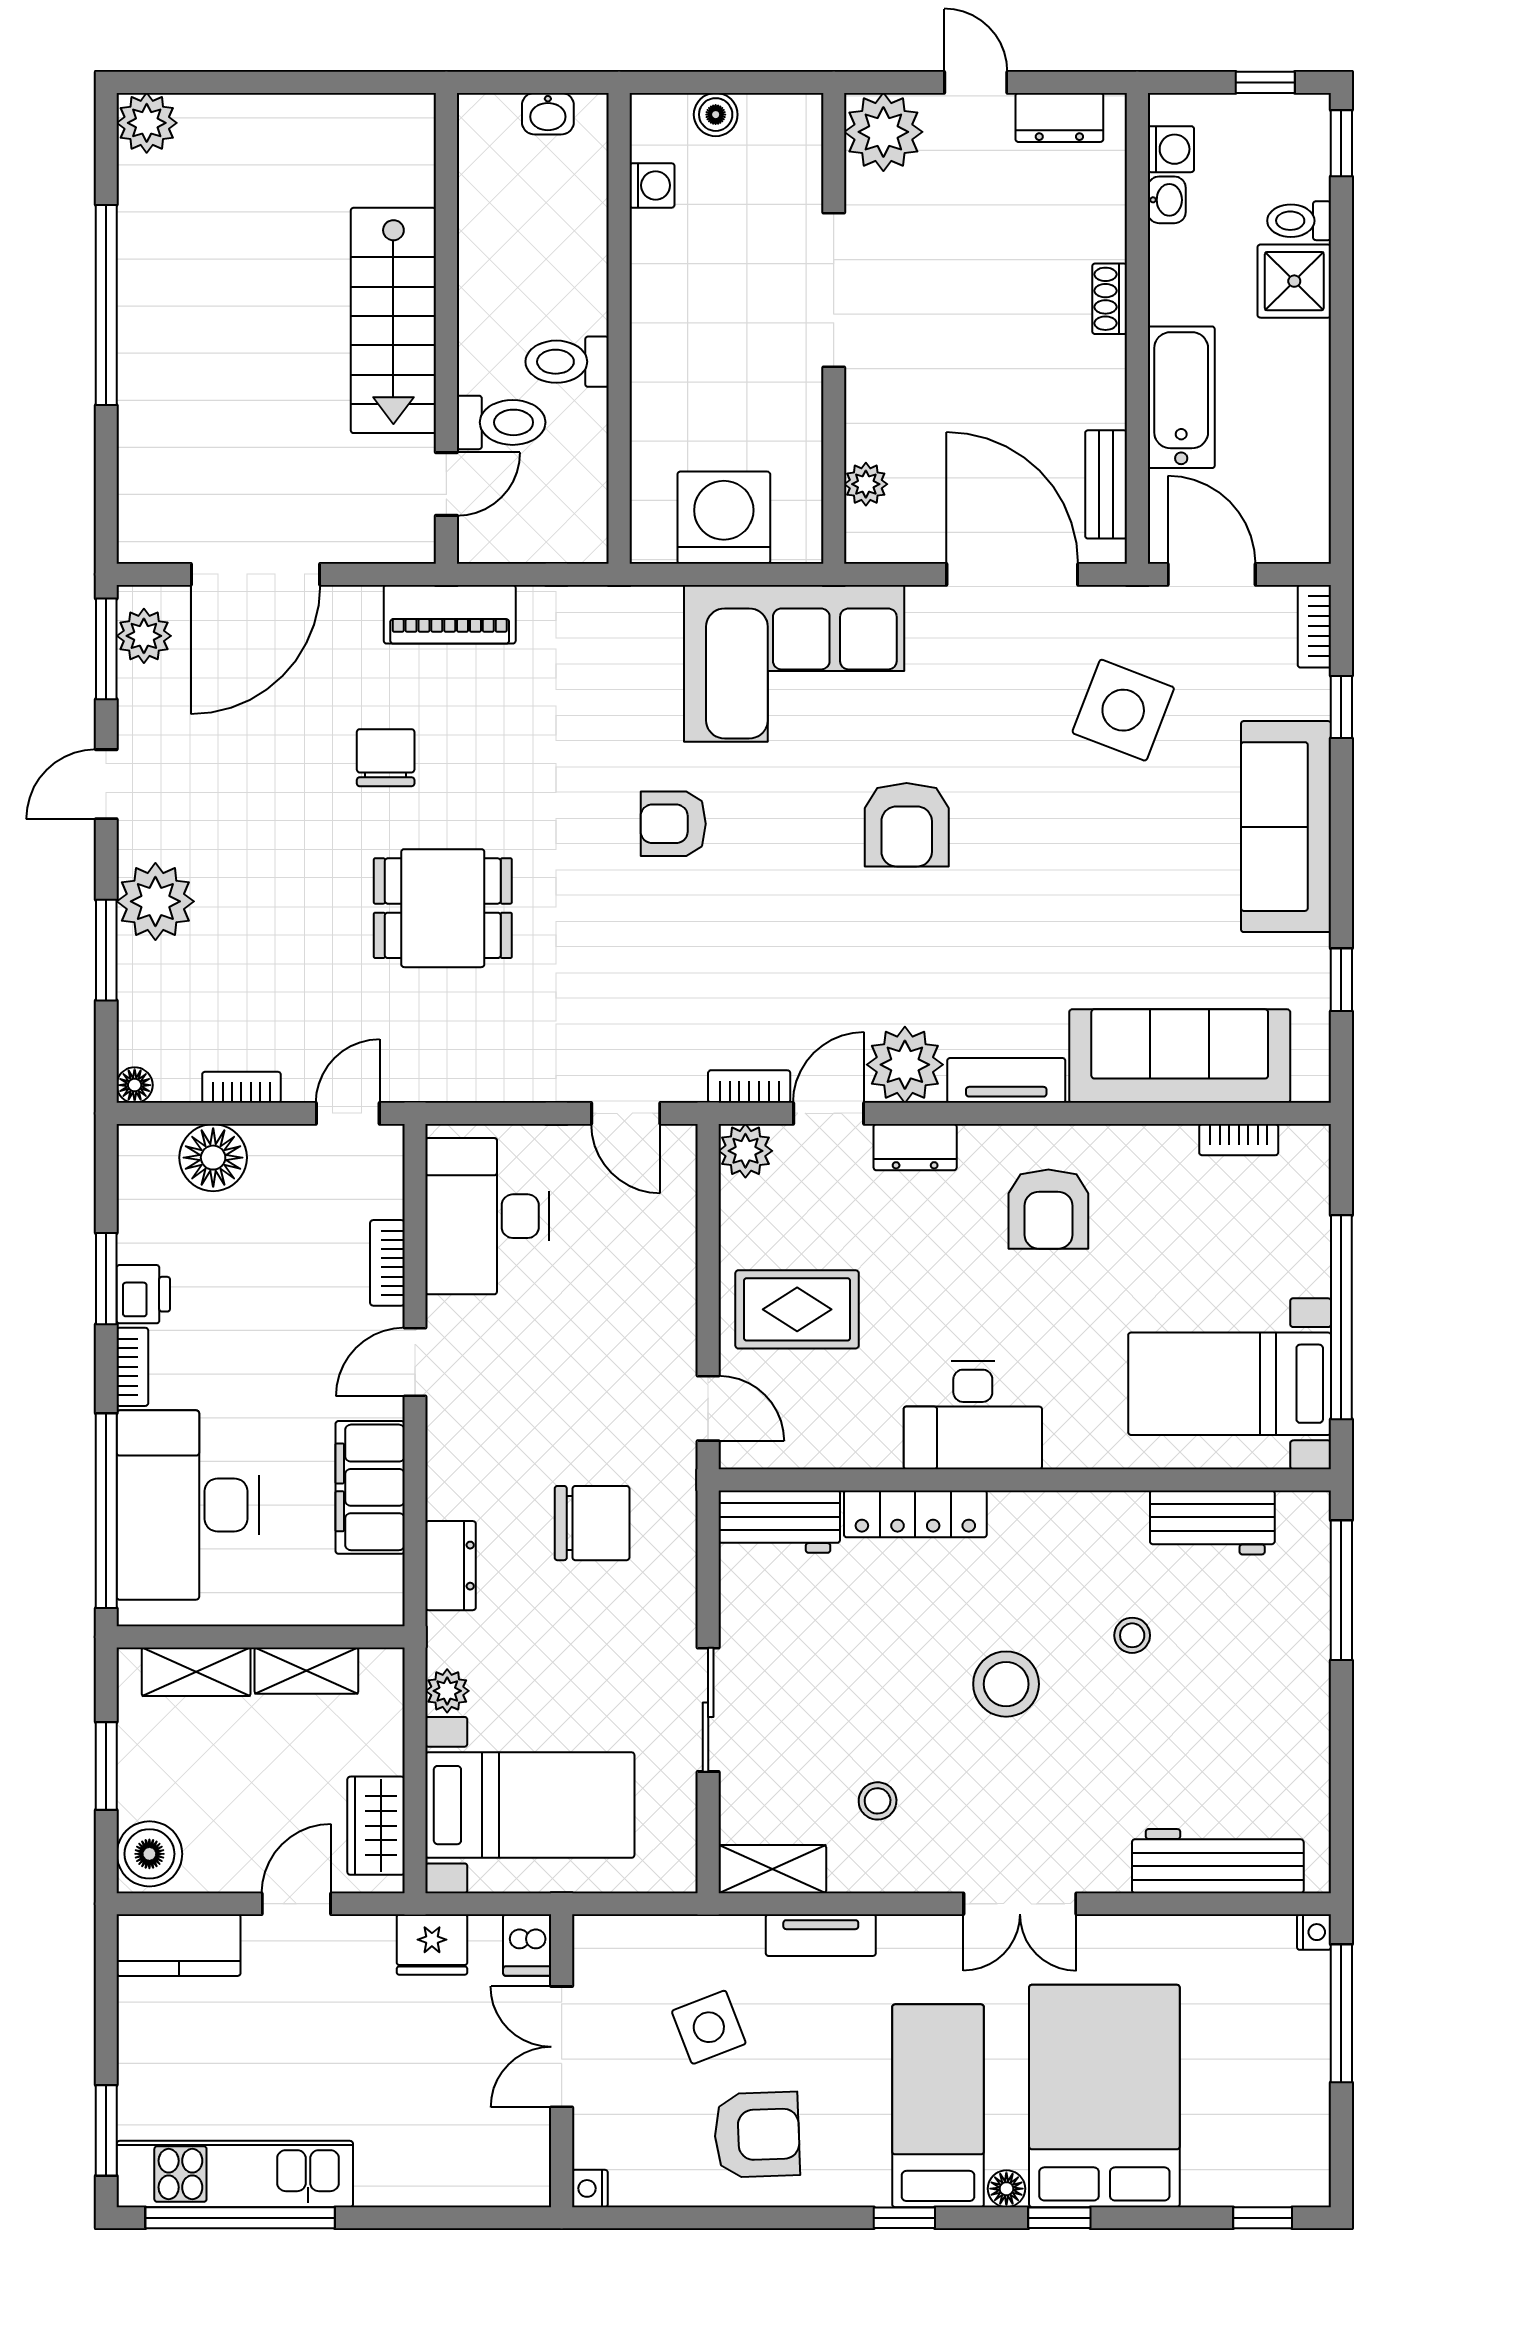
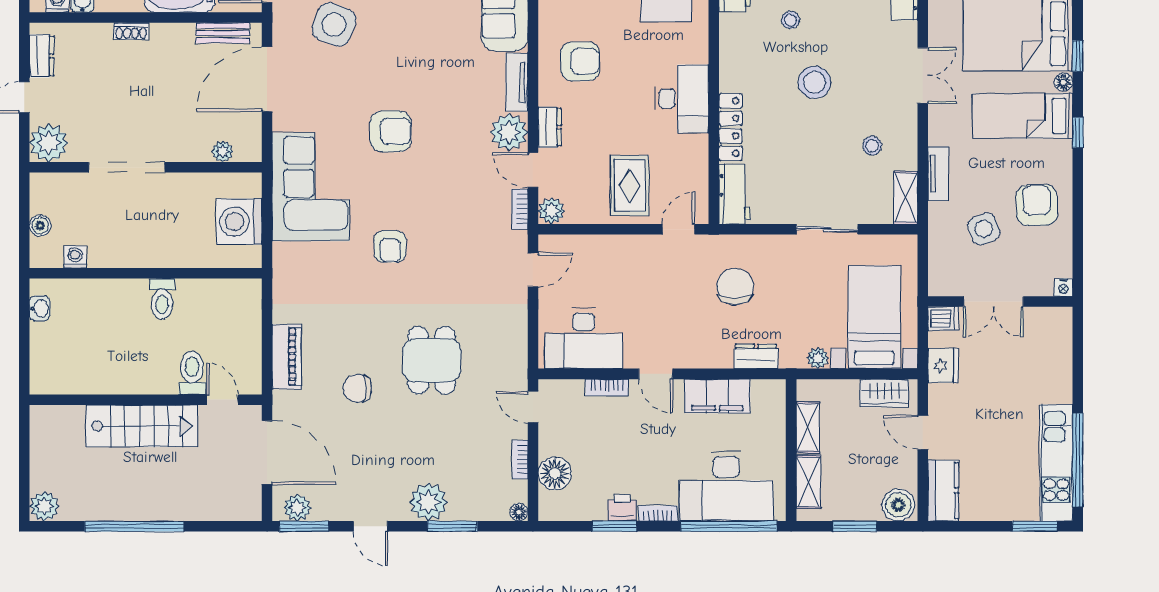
stairs: (393, 320) -> (142, 426), moved
wall: (446, 328) -> (146, 400), moved
toilet: (501, 422) -> (192, 373), moved
door: (446, 484) -> (222, 400), moved

